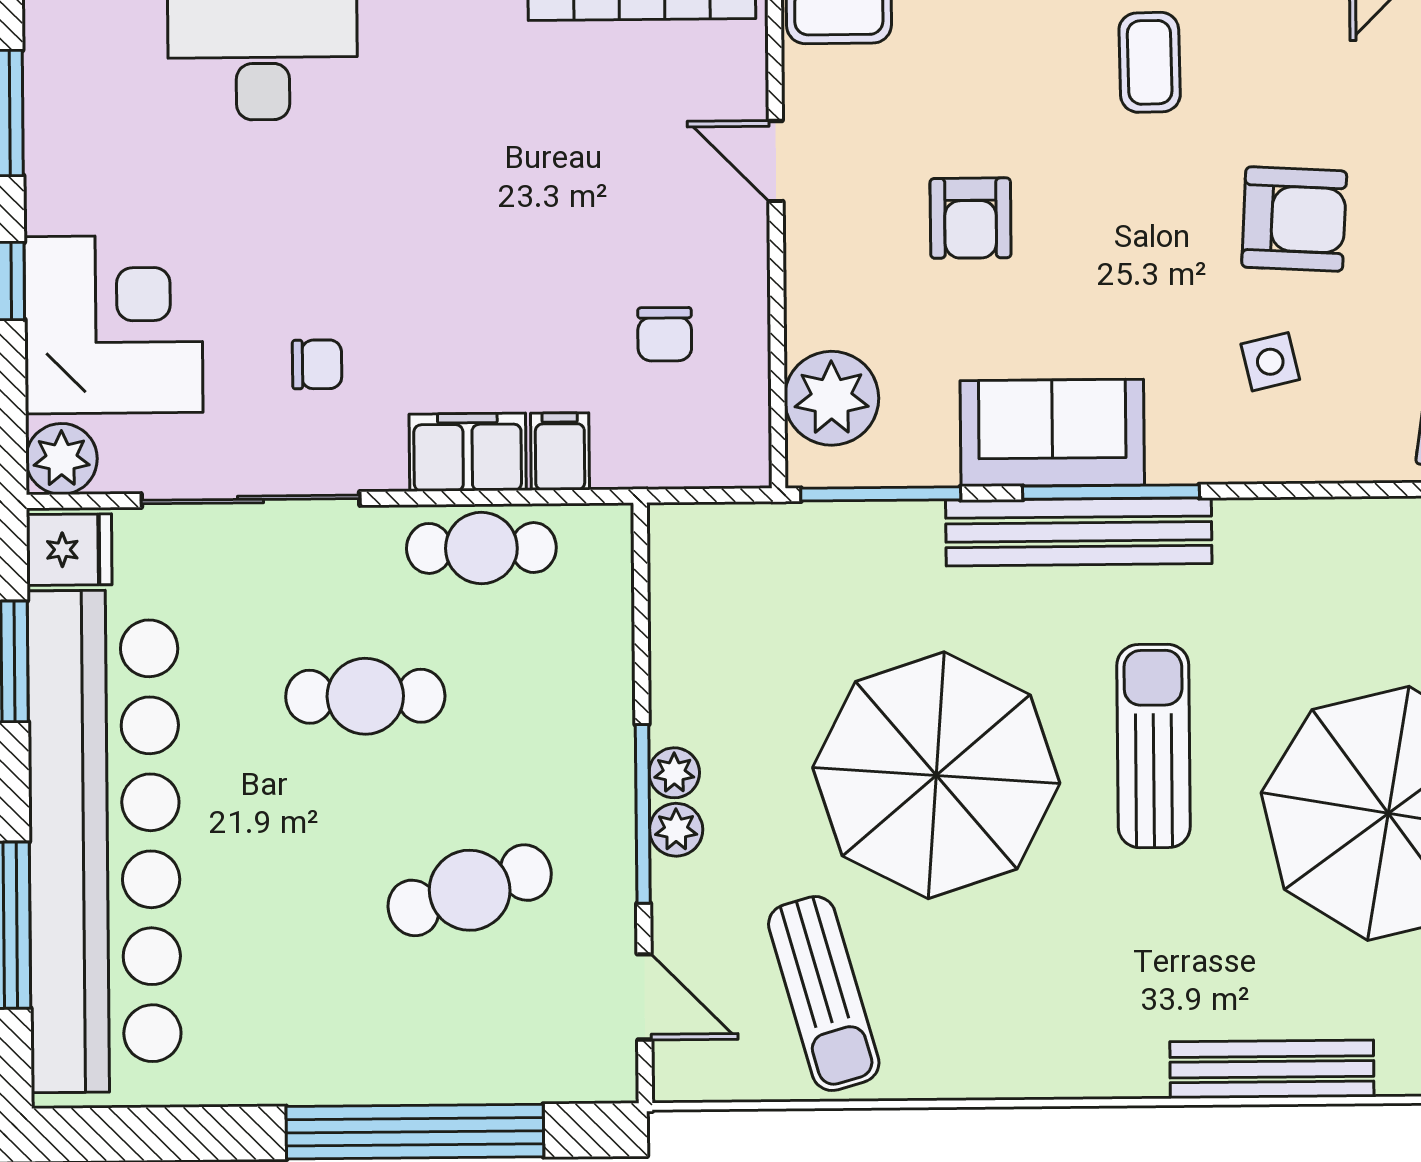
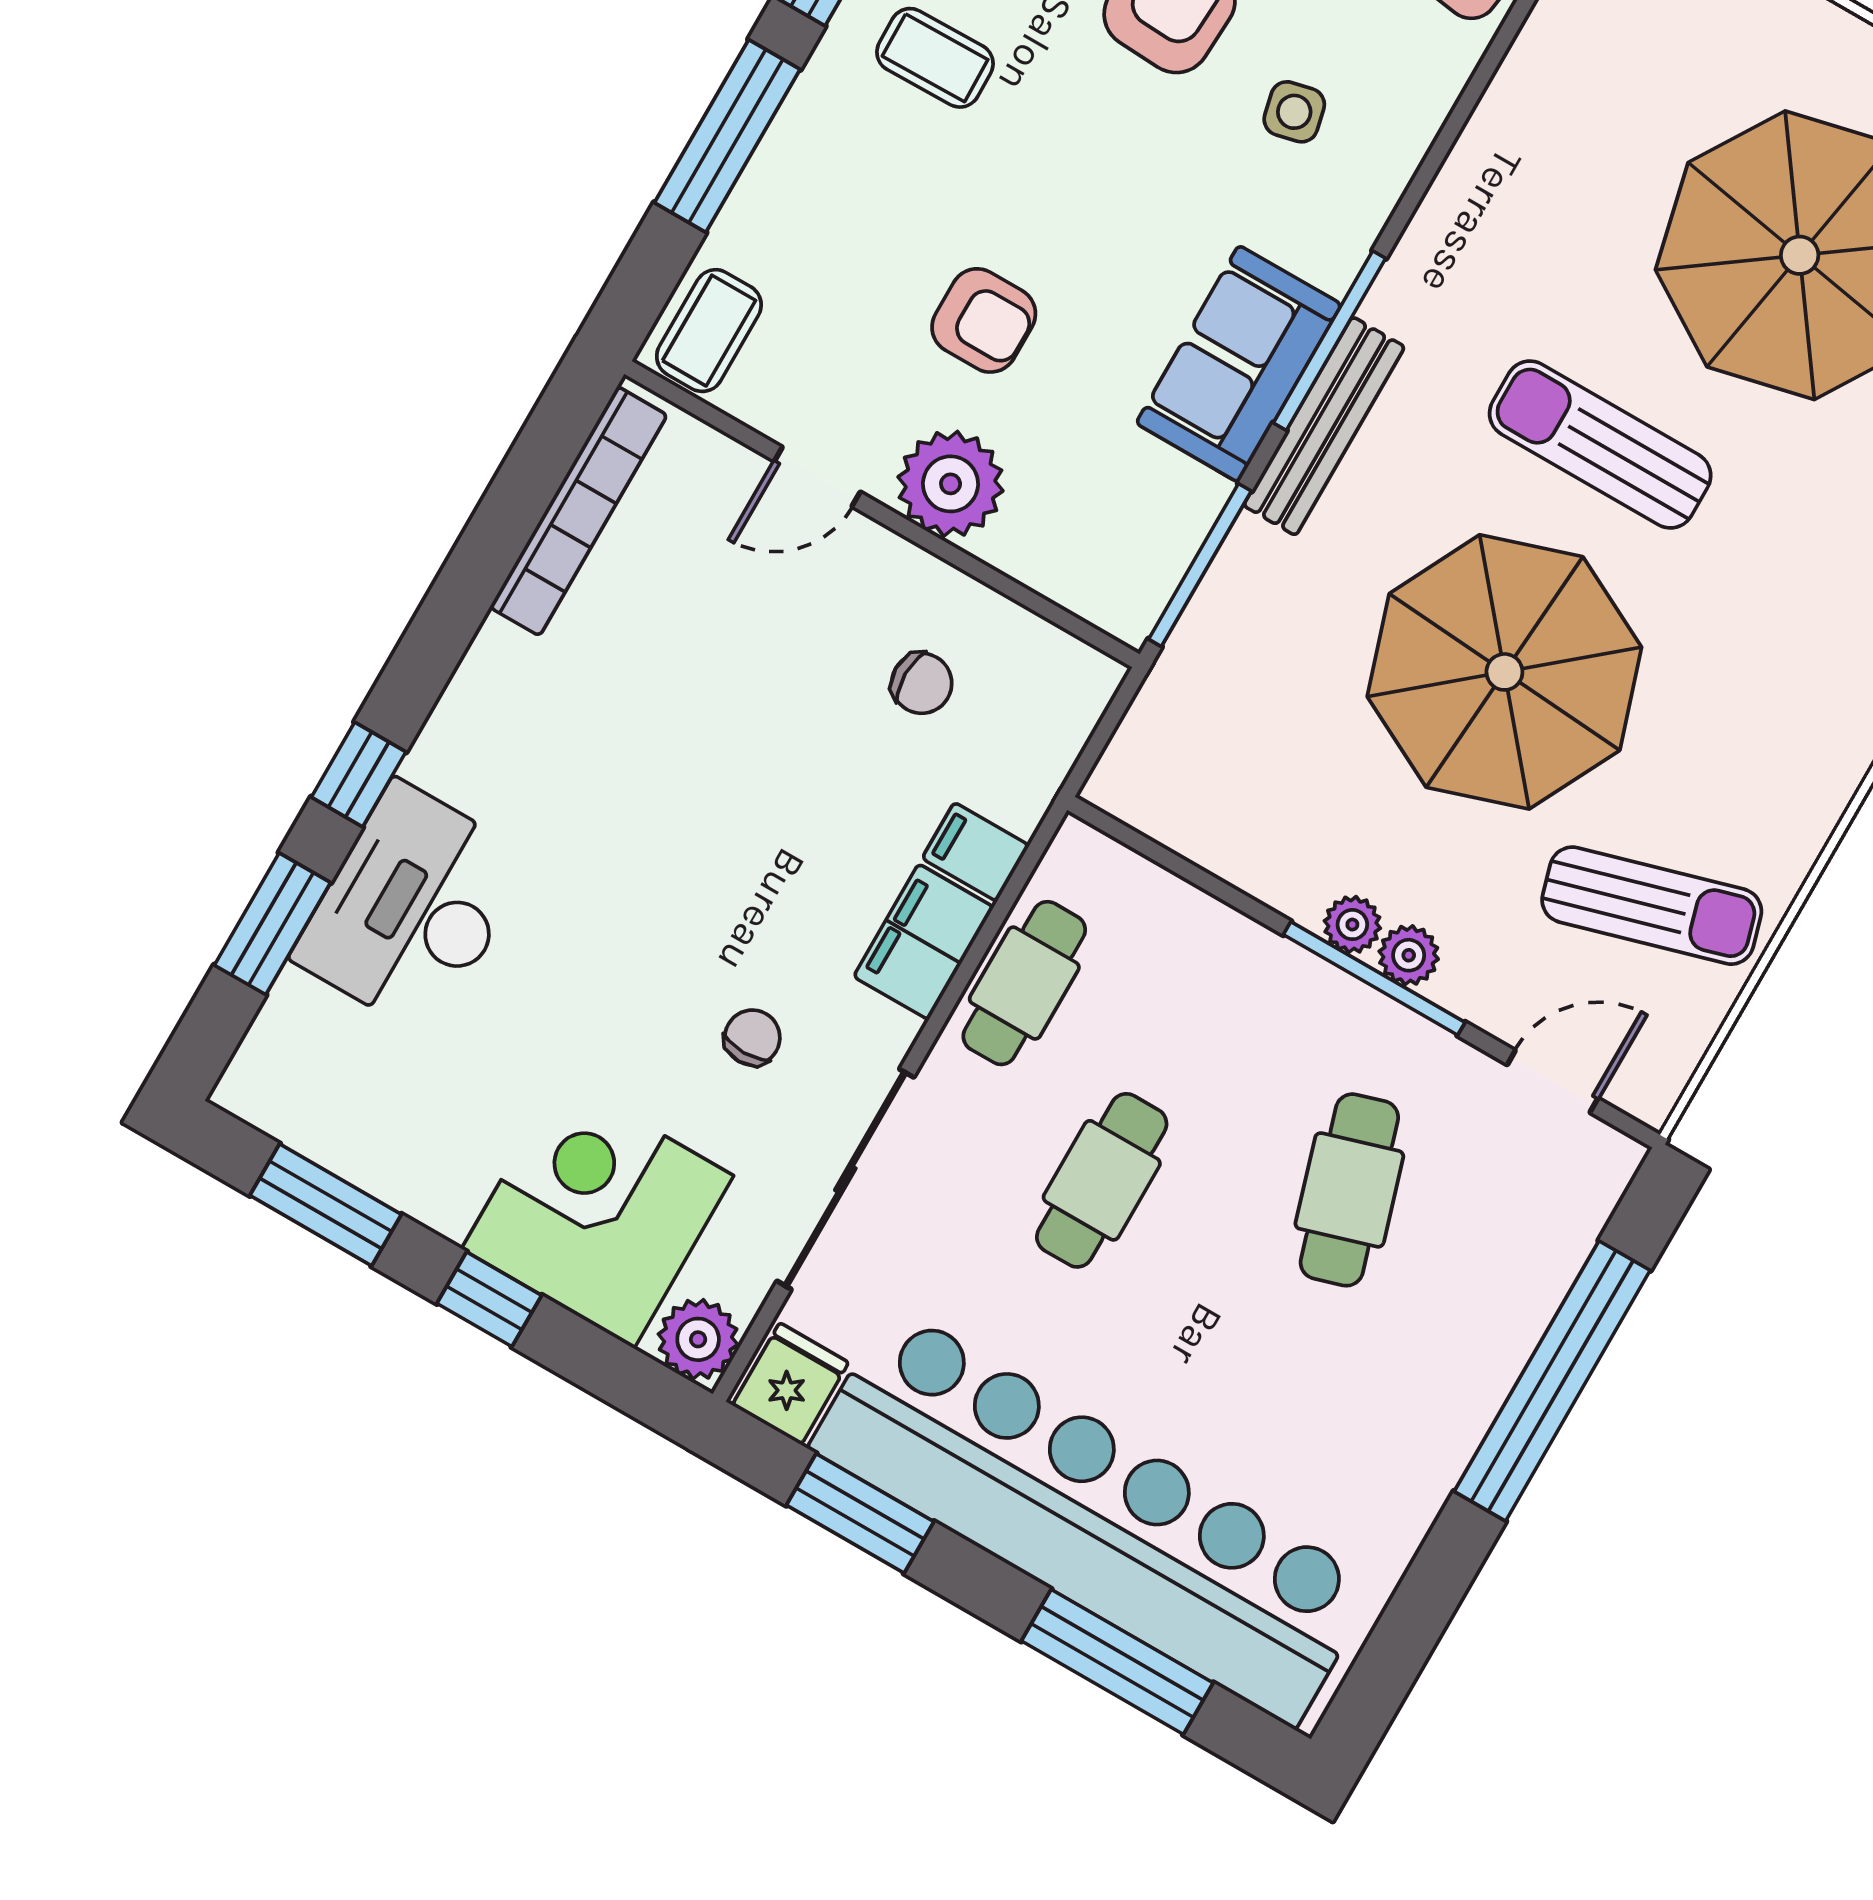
plant: (832, 398) -> (951, 484), moved
bench: (1079, 532) -> (1324, 426), width x0.73, depth x0.82

